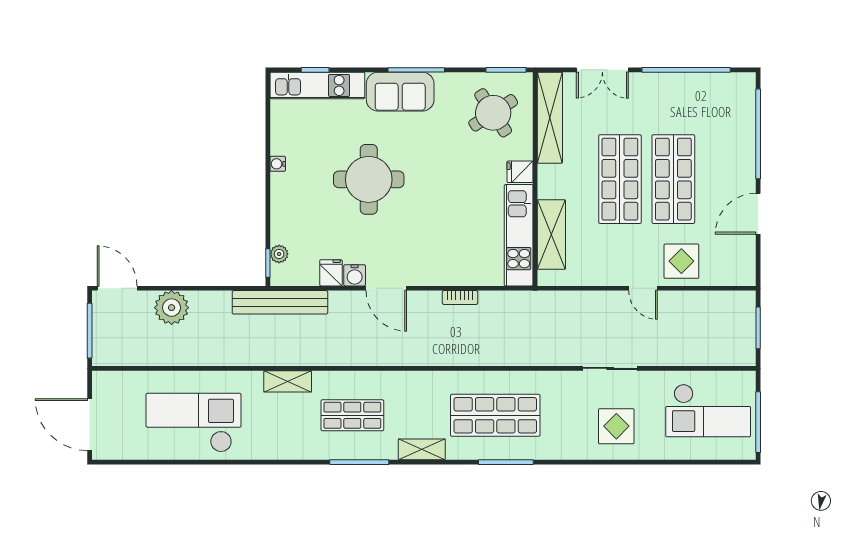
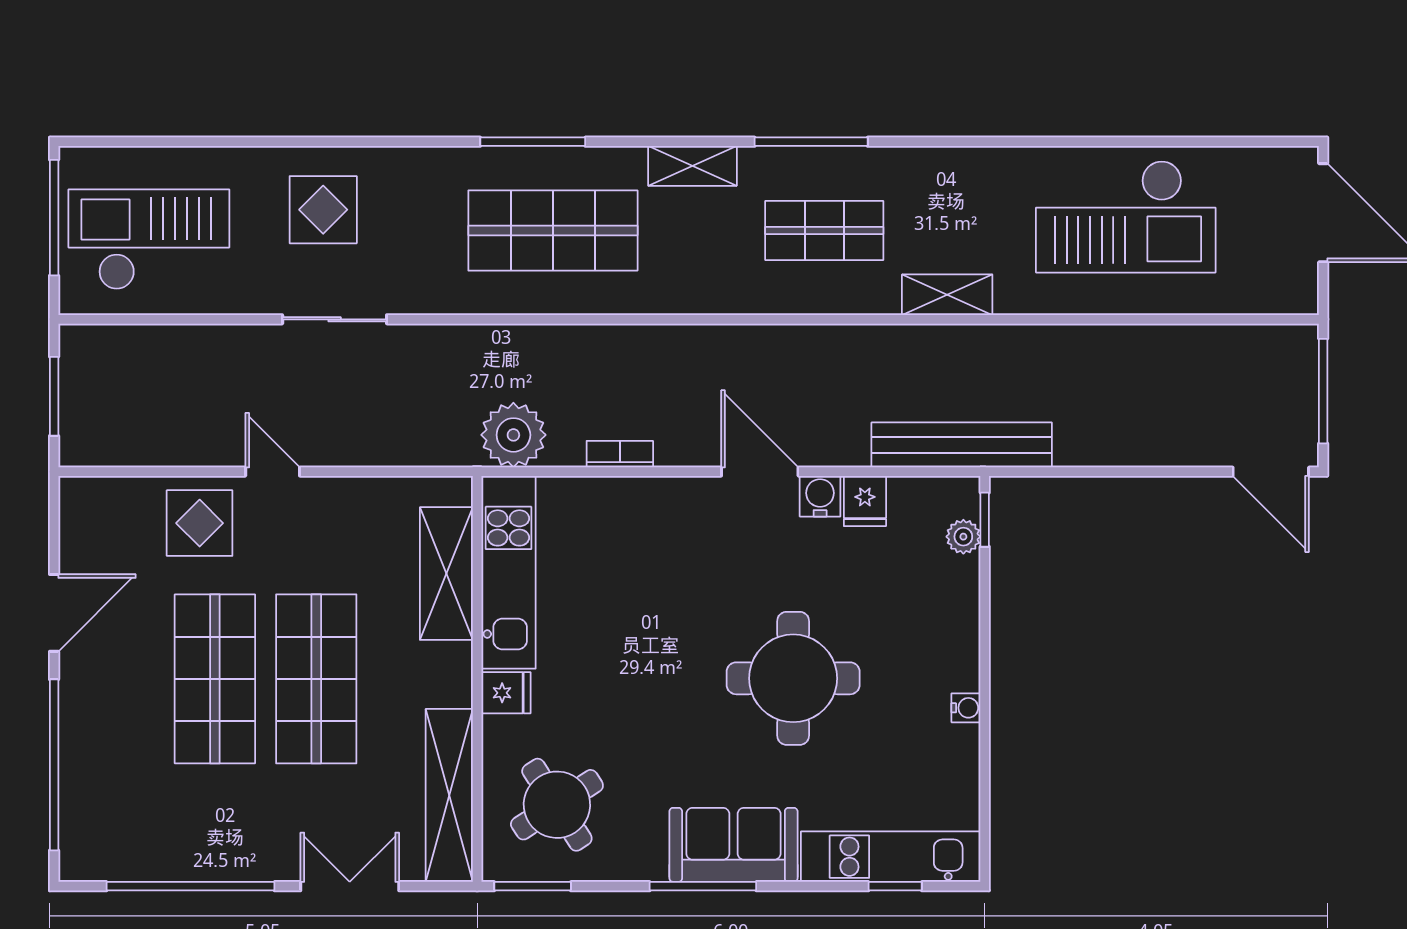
plant: (172, 308) -> (513, 435), moved

